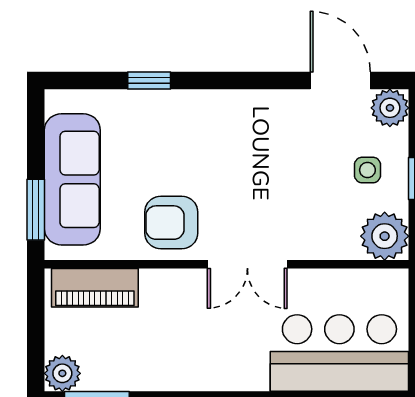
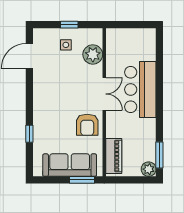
plant: (390, 108) -> (41, 36), removed
plant: (385, 236) -> (93, 54), moved
bar counter: (339, 353) -> (140, 89), moved

